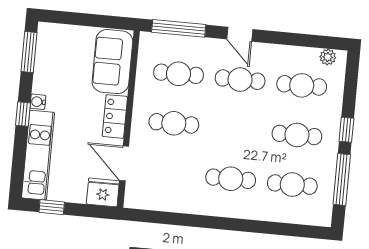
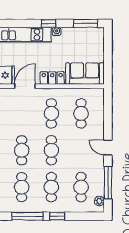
window: (179, 28) -> (108, 183), moved
door: (240, 34) -> (108, 148), hinge flipped
cafe table: (240, 80) -> (51, 150), moved

